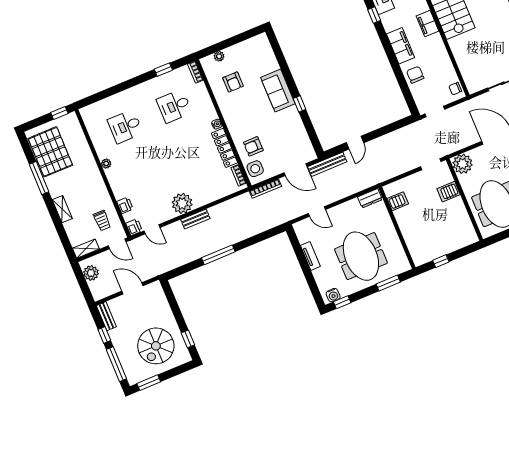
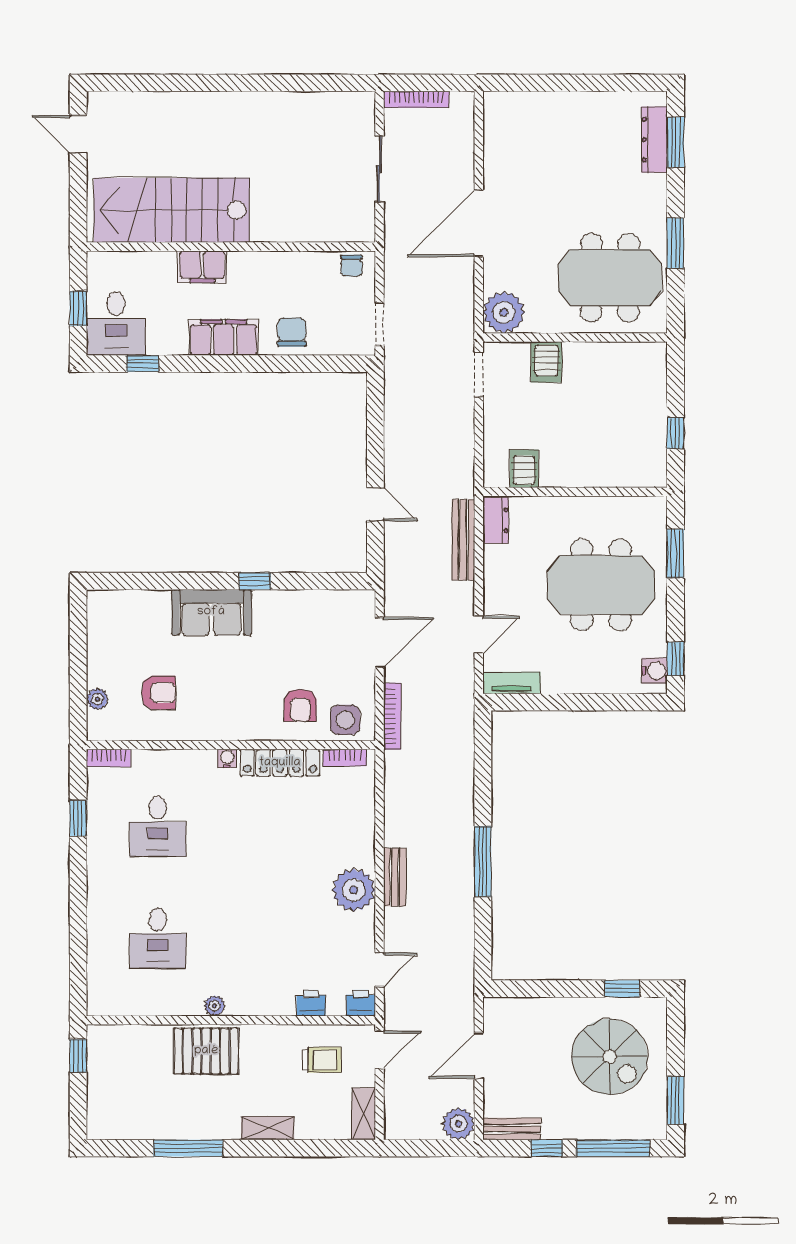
chair: (415, 75) -> (292, 332), turned 90
pallet: (50, 152) -> (206, 1051), moved, width x0.73, depth x0.71
bench: (327, 164) -> (463, 540), moved
tv unit: (310, 256) -> (512, 683), moved
plant: (91, 273) -> (458, 1124), moved

